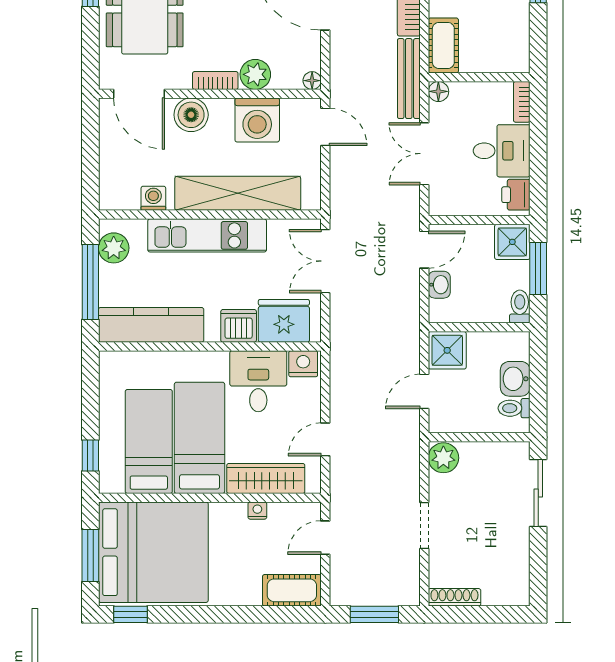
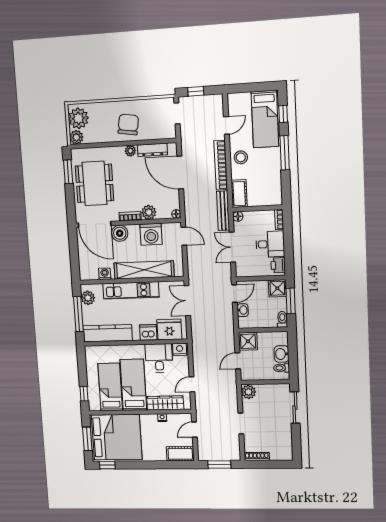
door: (139, 94) -> (95, 224), width x1.36

